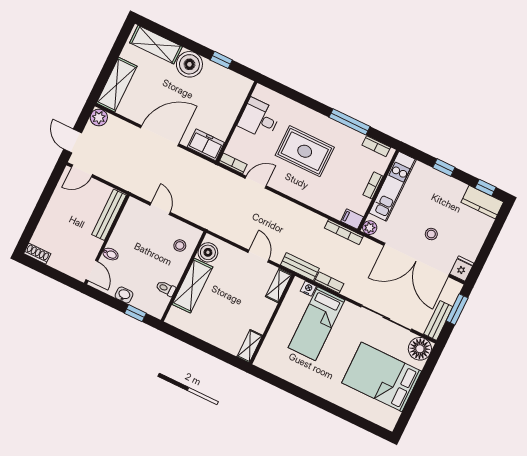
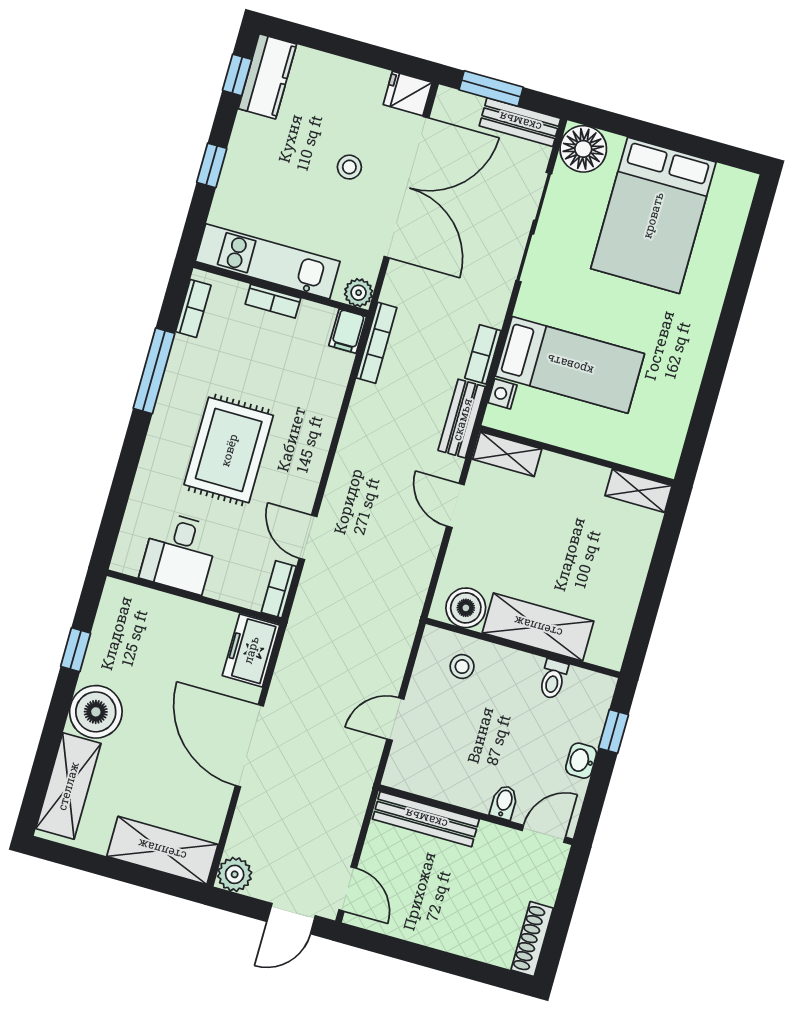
shoe rack: (37, 254) -> (532, 939), width x1.43
door: (258, 256) -> (455, 505), hinge flipped

